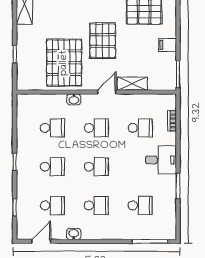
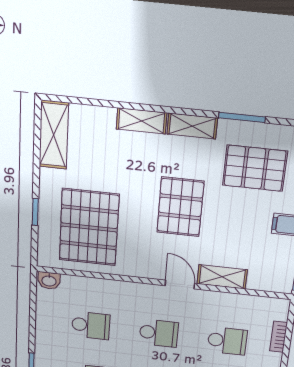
pallet: (64, 63) -> (89, 227), moved
door: (107, 92) -> (180, 284), hinge flipped
washbasin: (74, 99) -> (49, 281), moved

